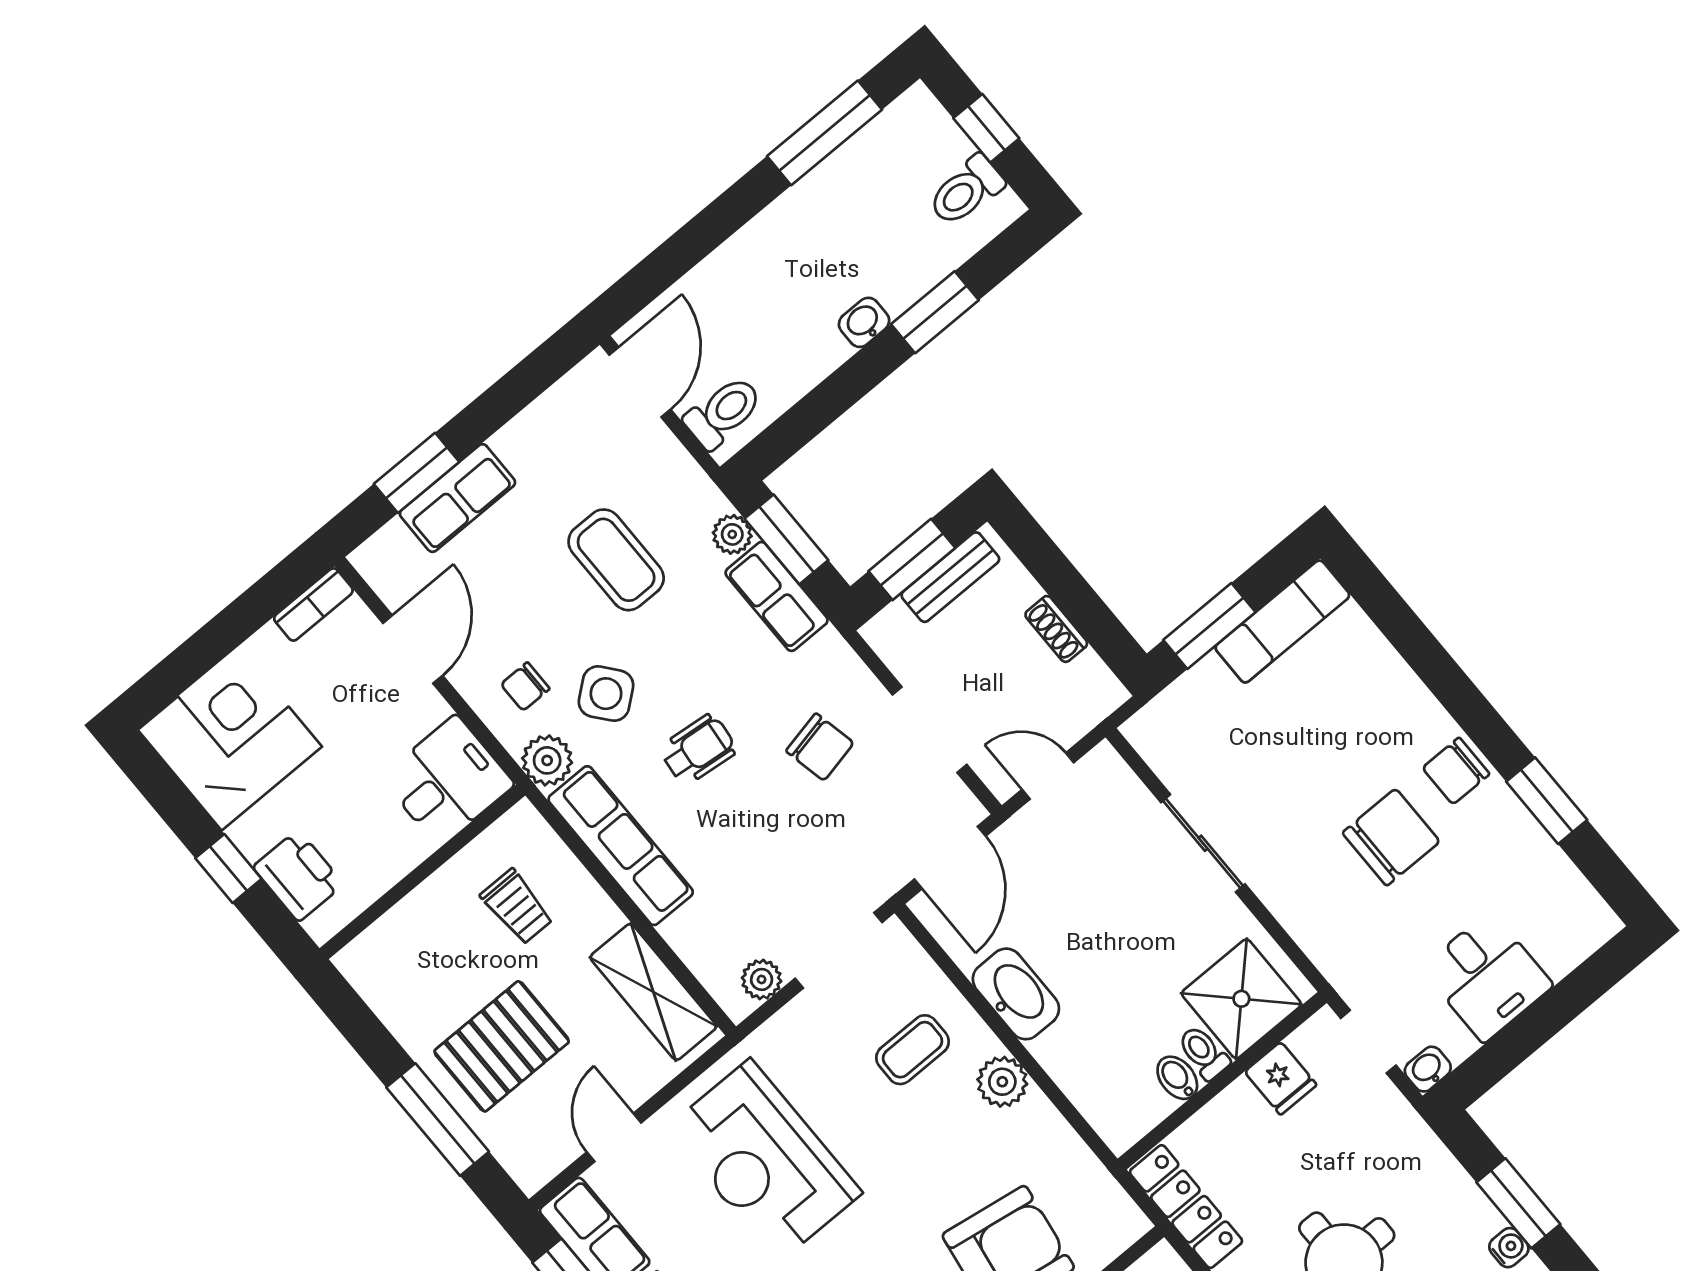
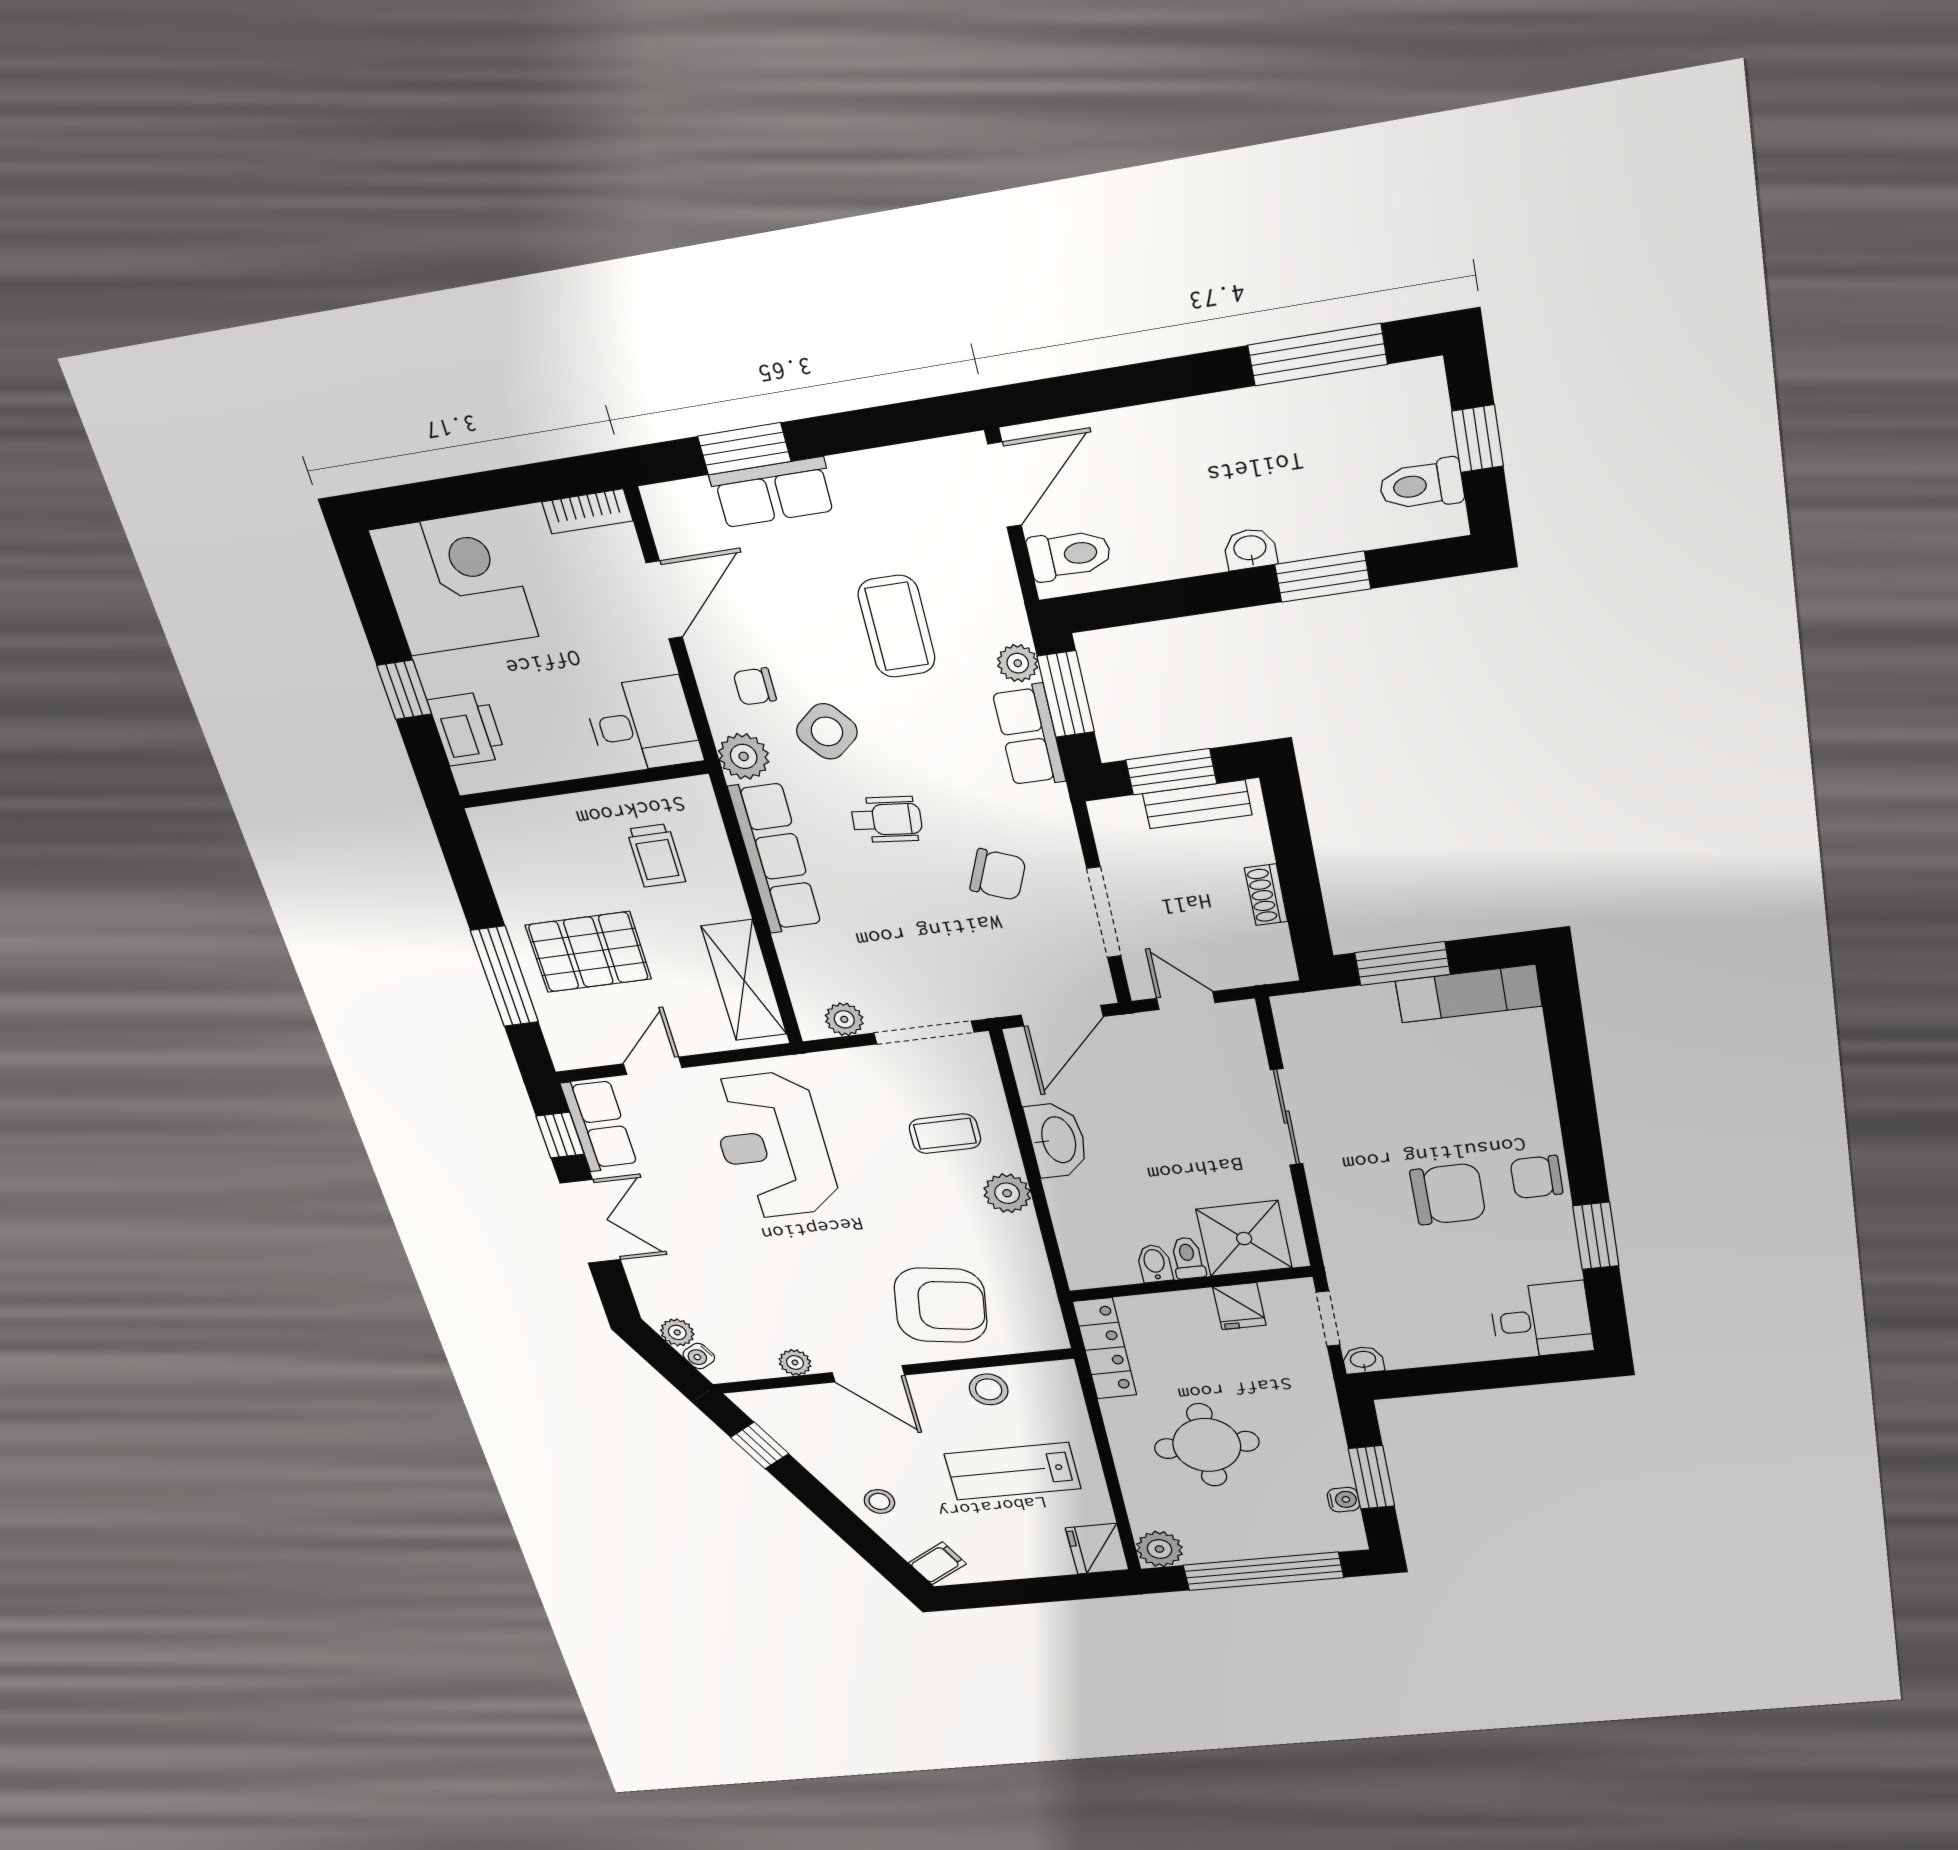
chair: (820, 747) -> (998, 875), turned -55
desk: (1487, 977) -> (1541, 1320), moved, turned -90

